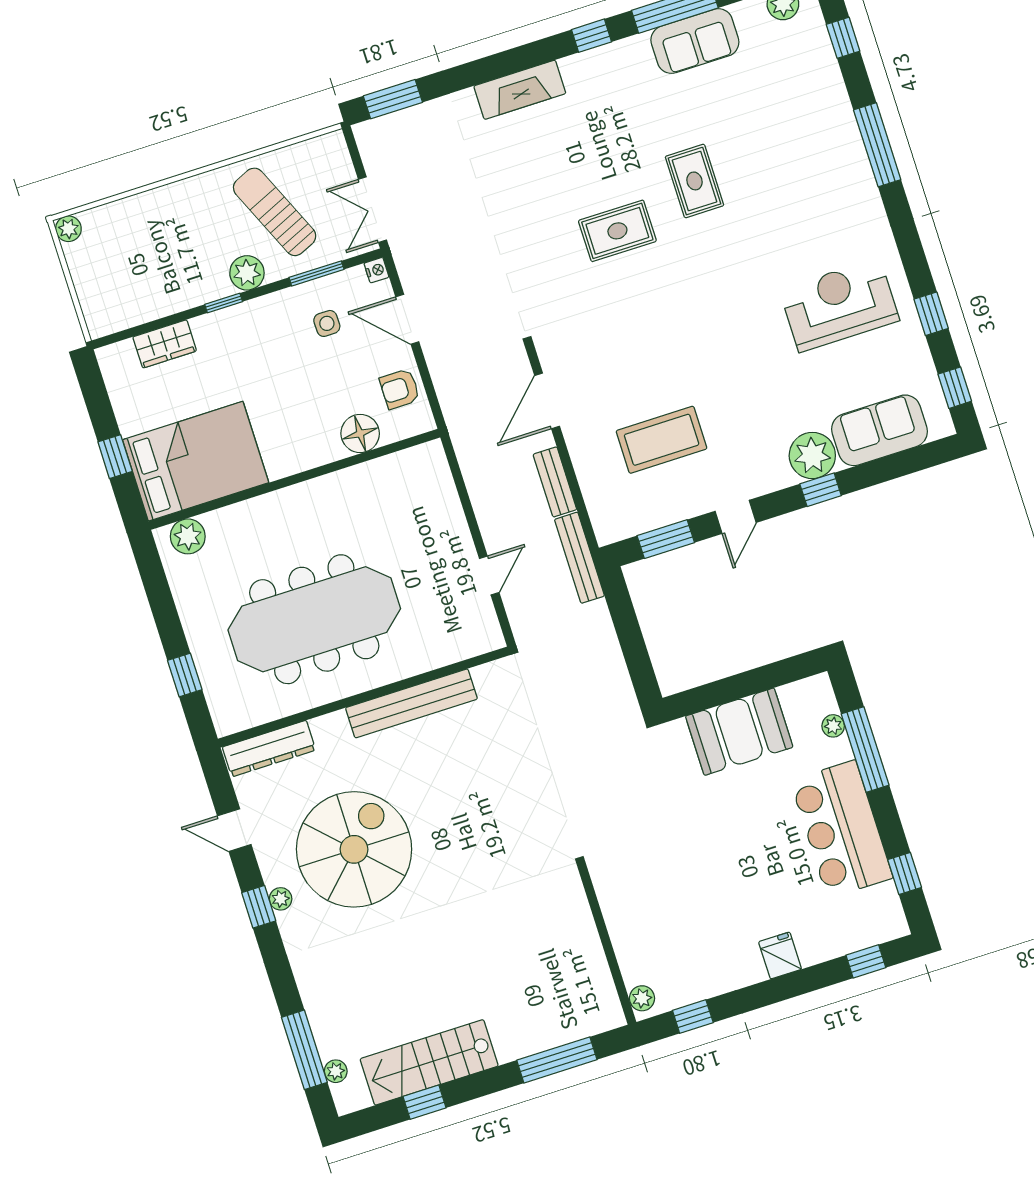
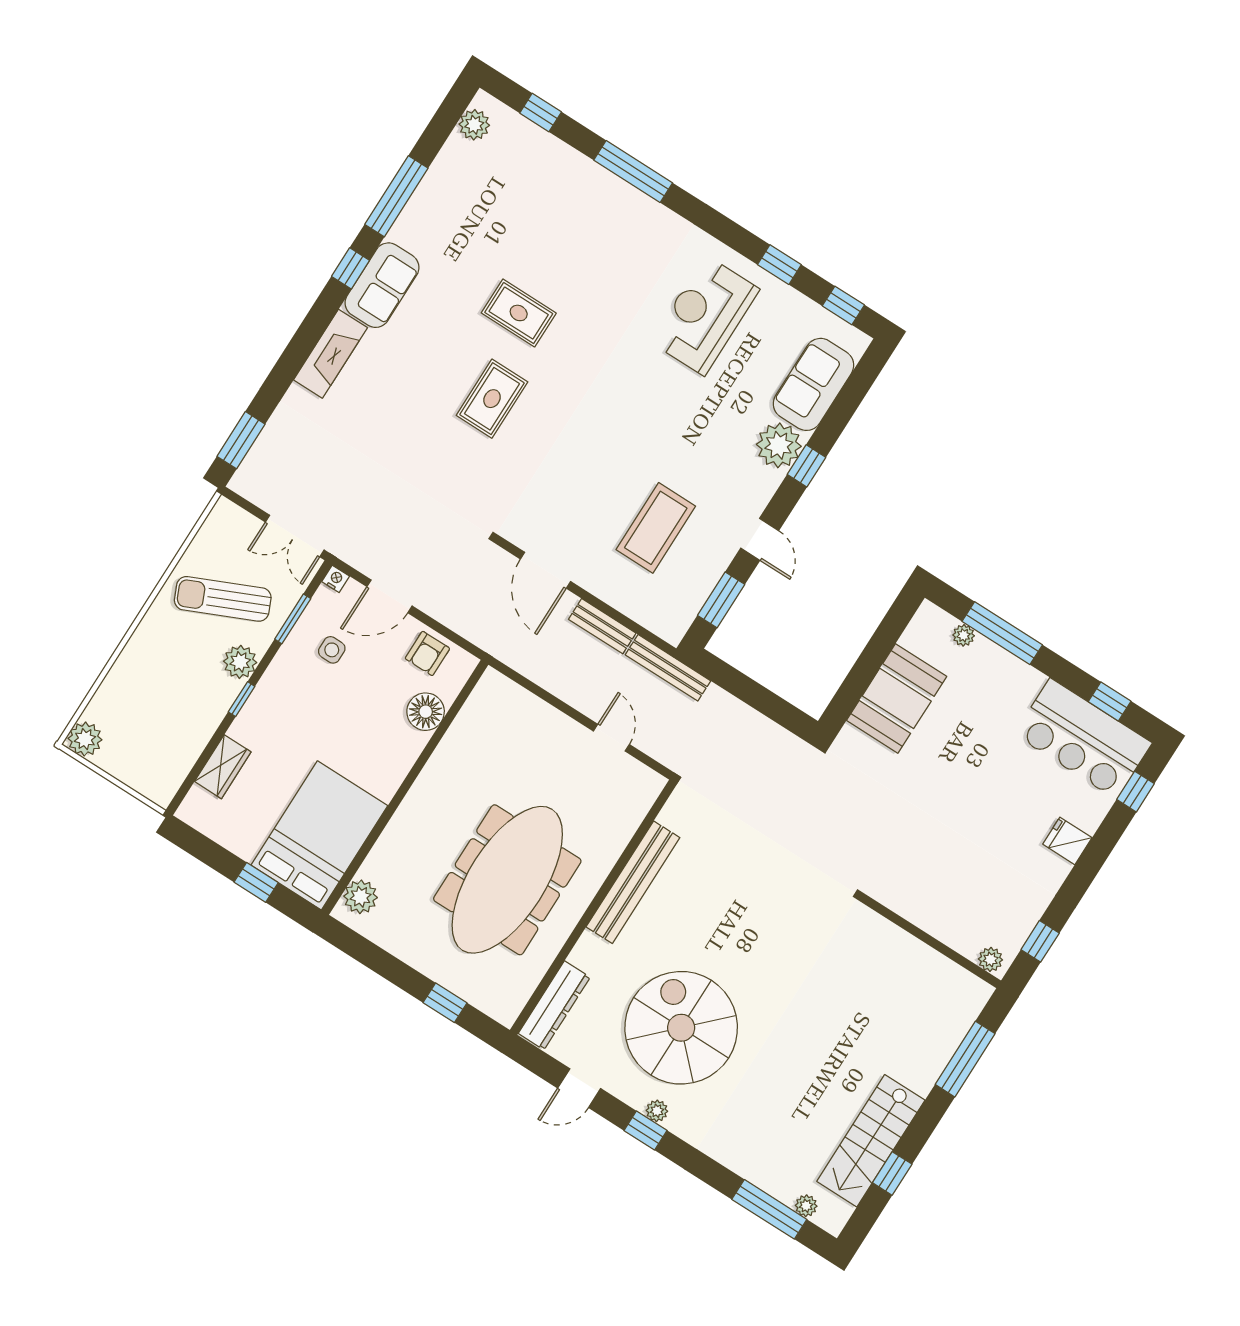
sofa: (695, 41) -> (382, 285), moved
plant: (68, 229) -> (85, 739), width x1.38, depth x1.38
bar counter: (842, 829) -> (1083, 739), moved

